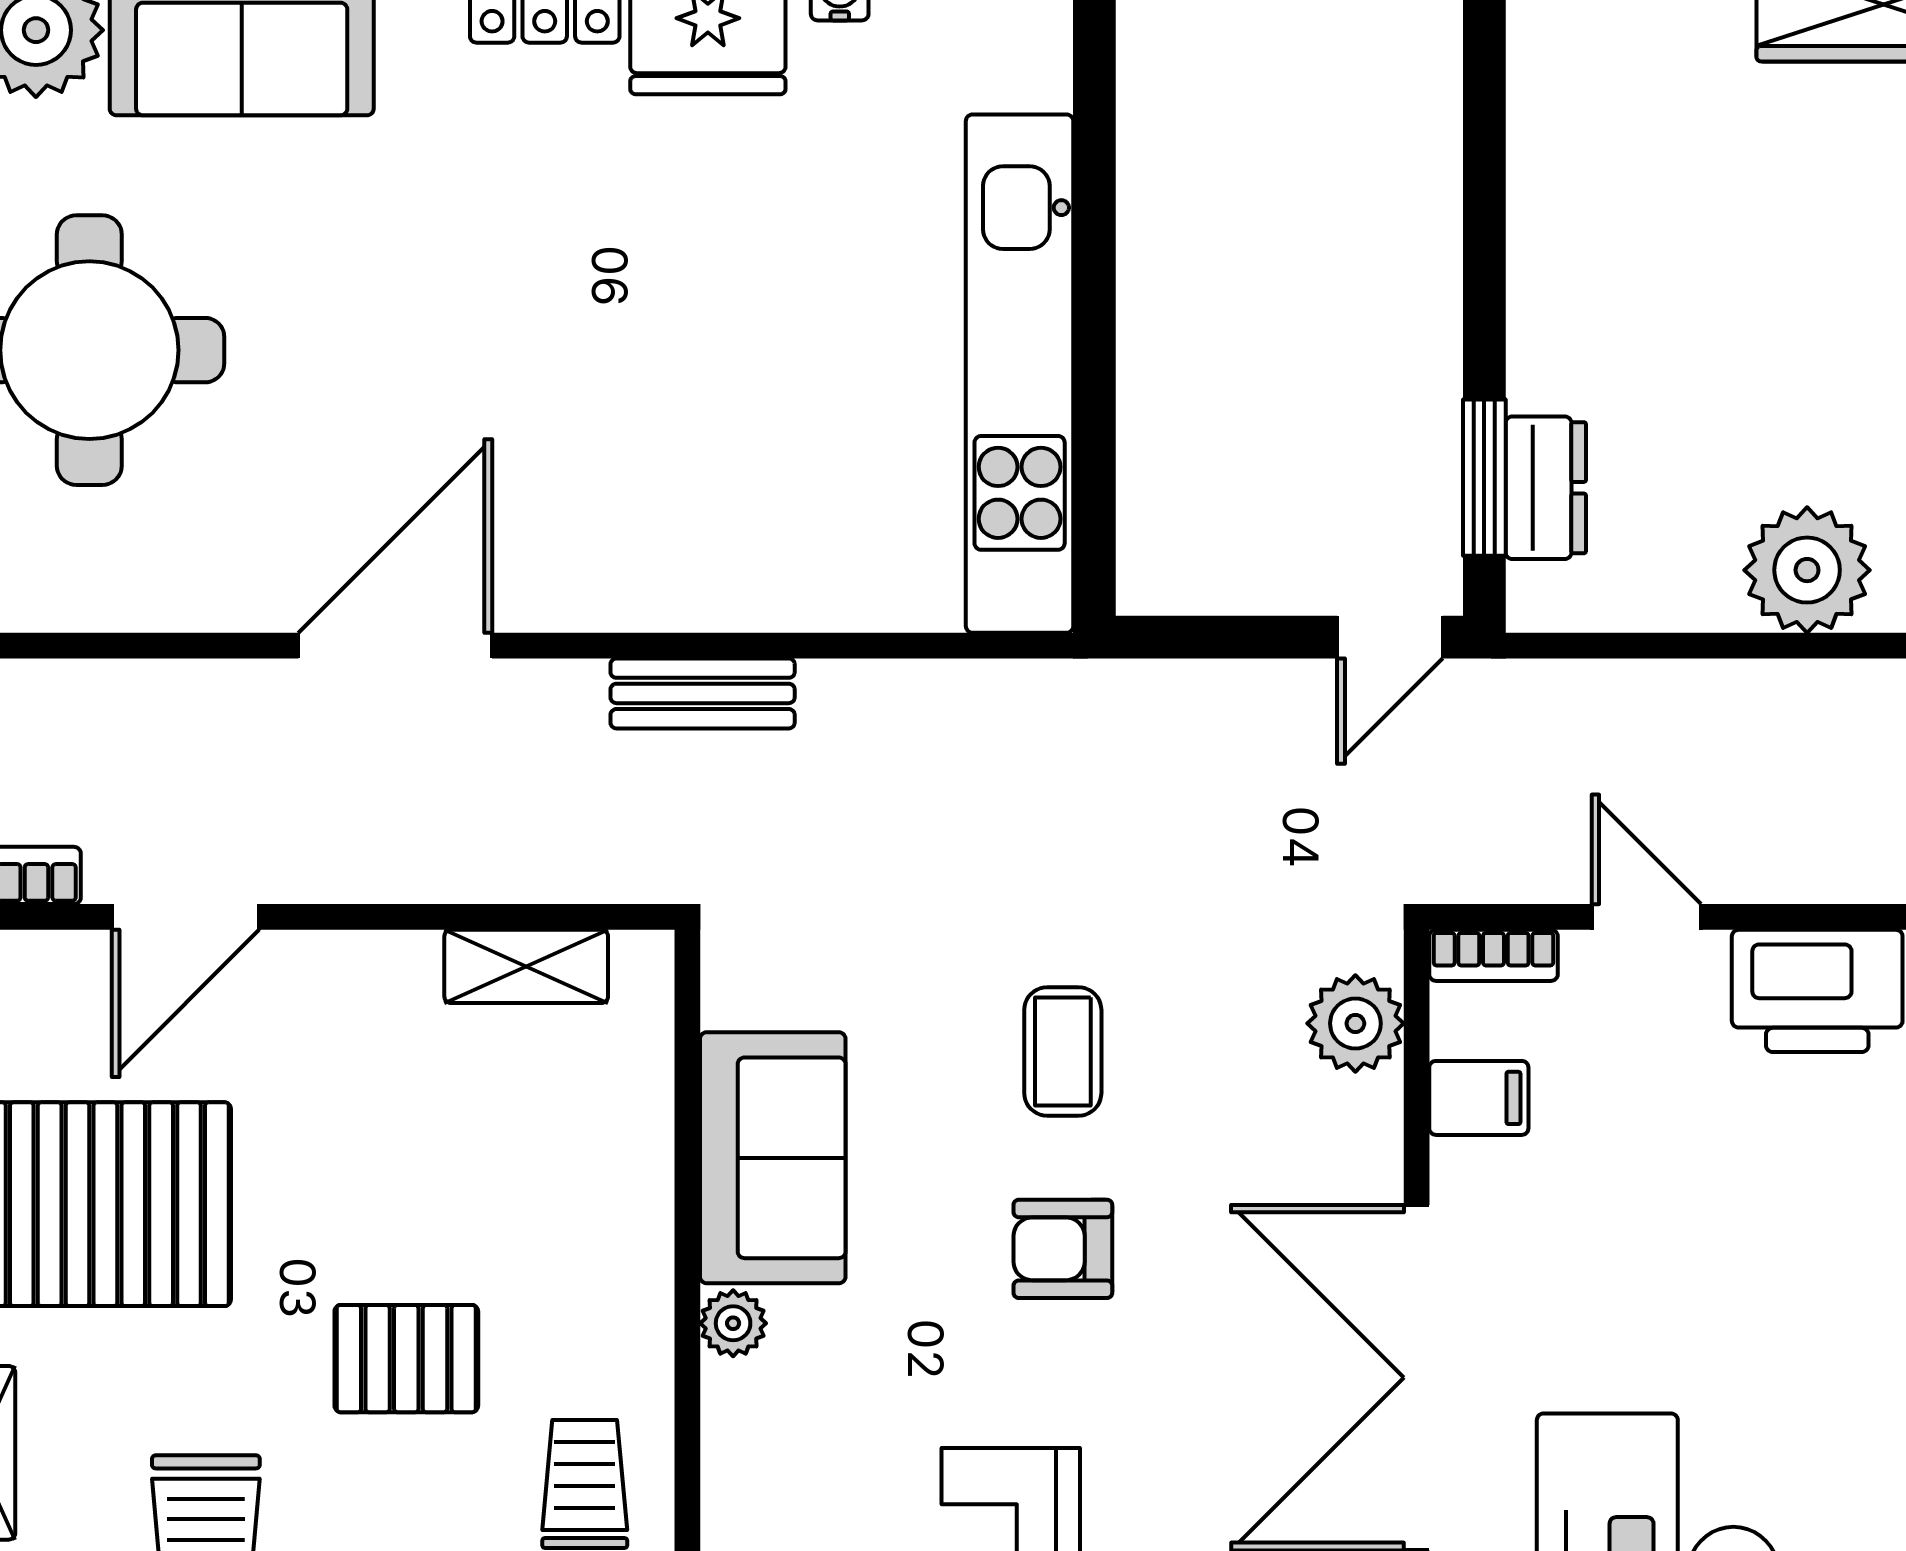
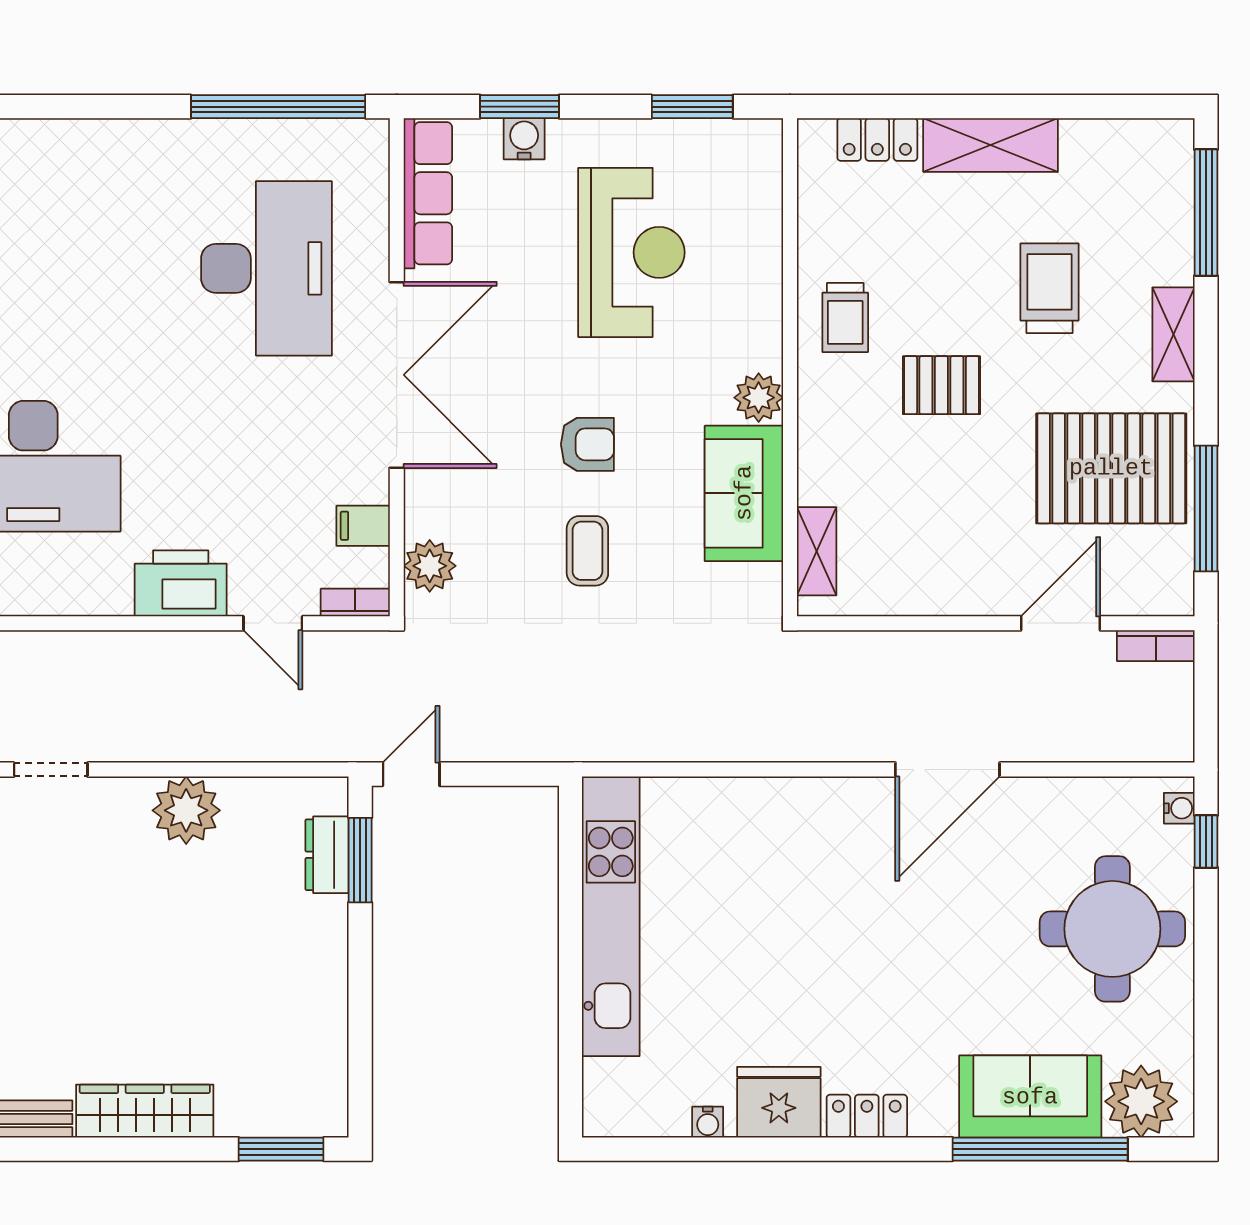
bench: (703, 693) -> (782, 744), removed
shelving: (526, 966) -> (817, 551), moved, turned 90
plant: (733, 1323) -> (759, 398), width x1.38, depth x1.38

